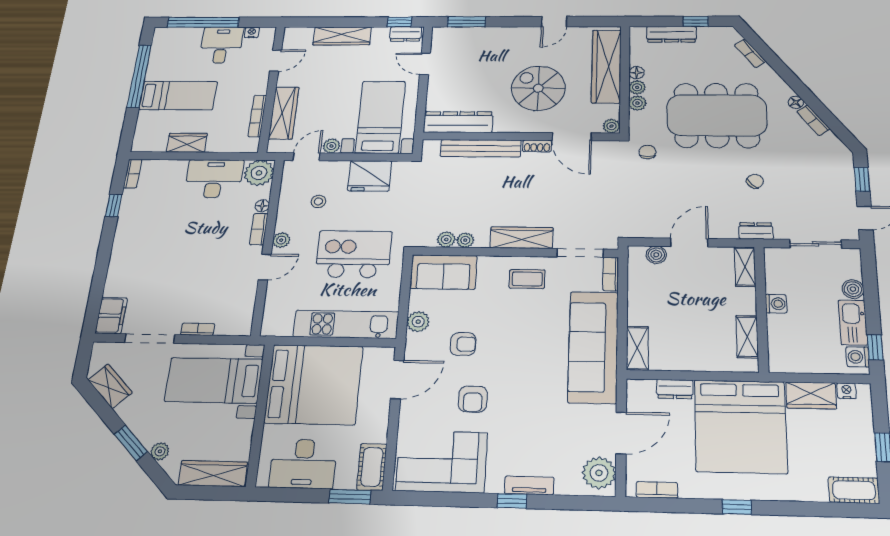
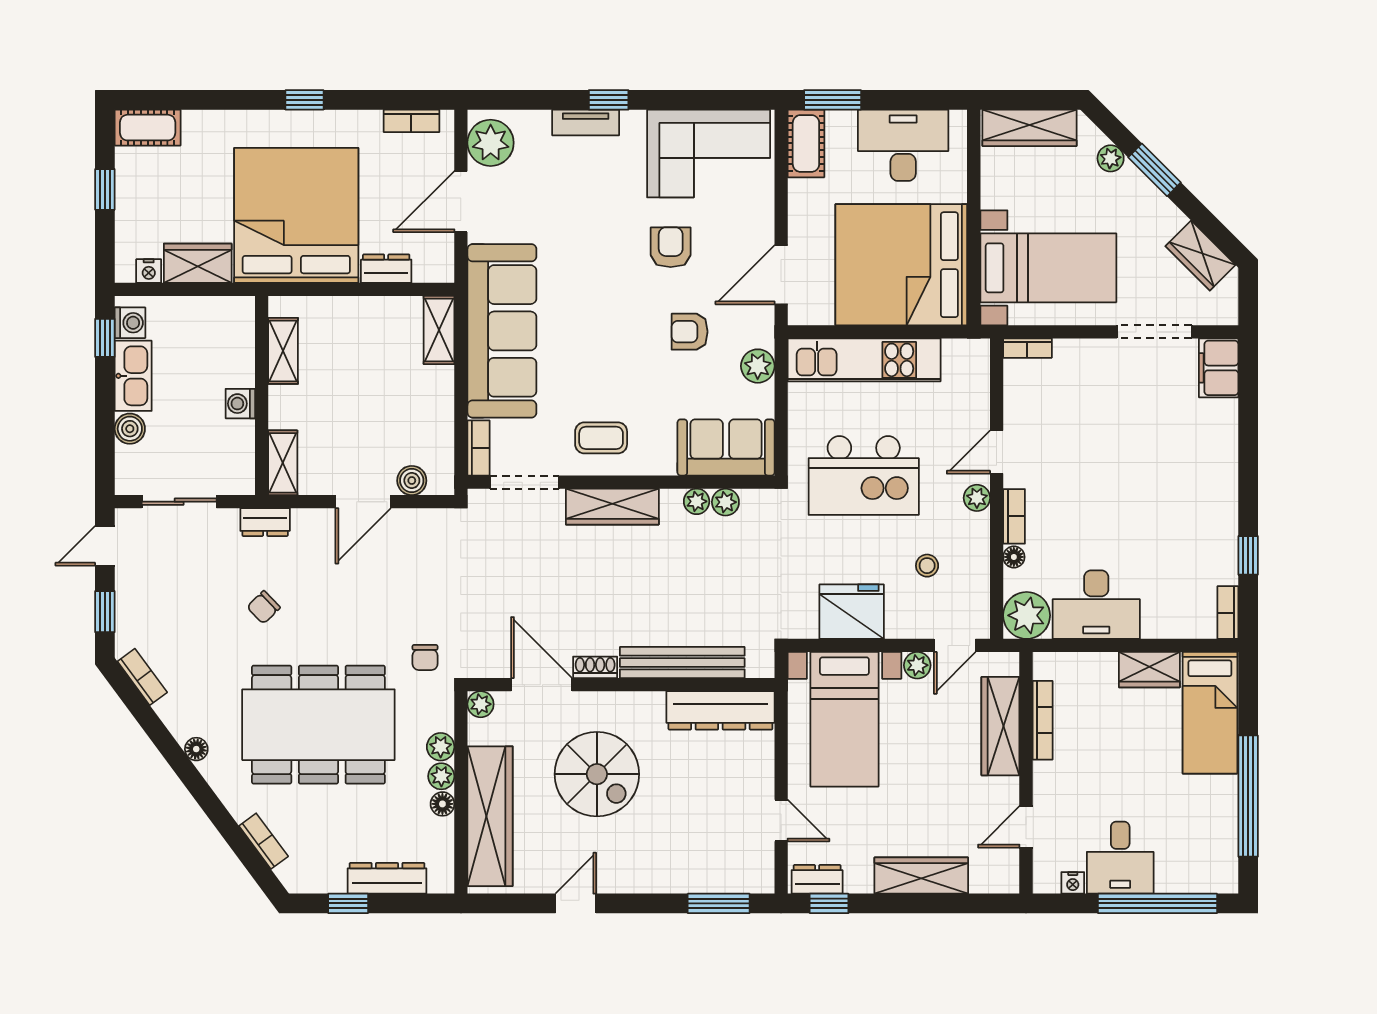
bed: (178, 96) -> (1210, 713), moved, turned -90
bookcase: (813, 120) -> (142, 677), moved
bookcase: (198, 329) -> (1027, 348), moved

